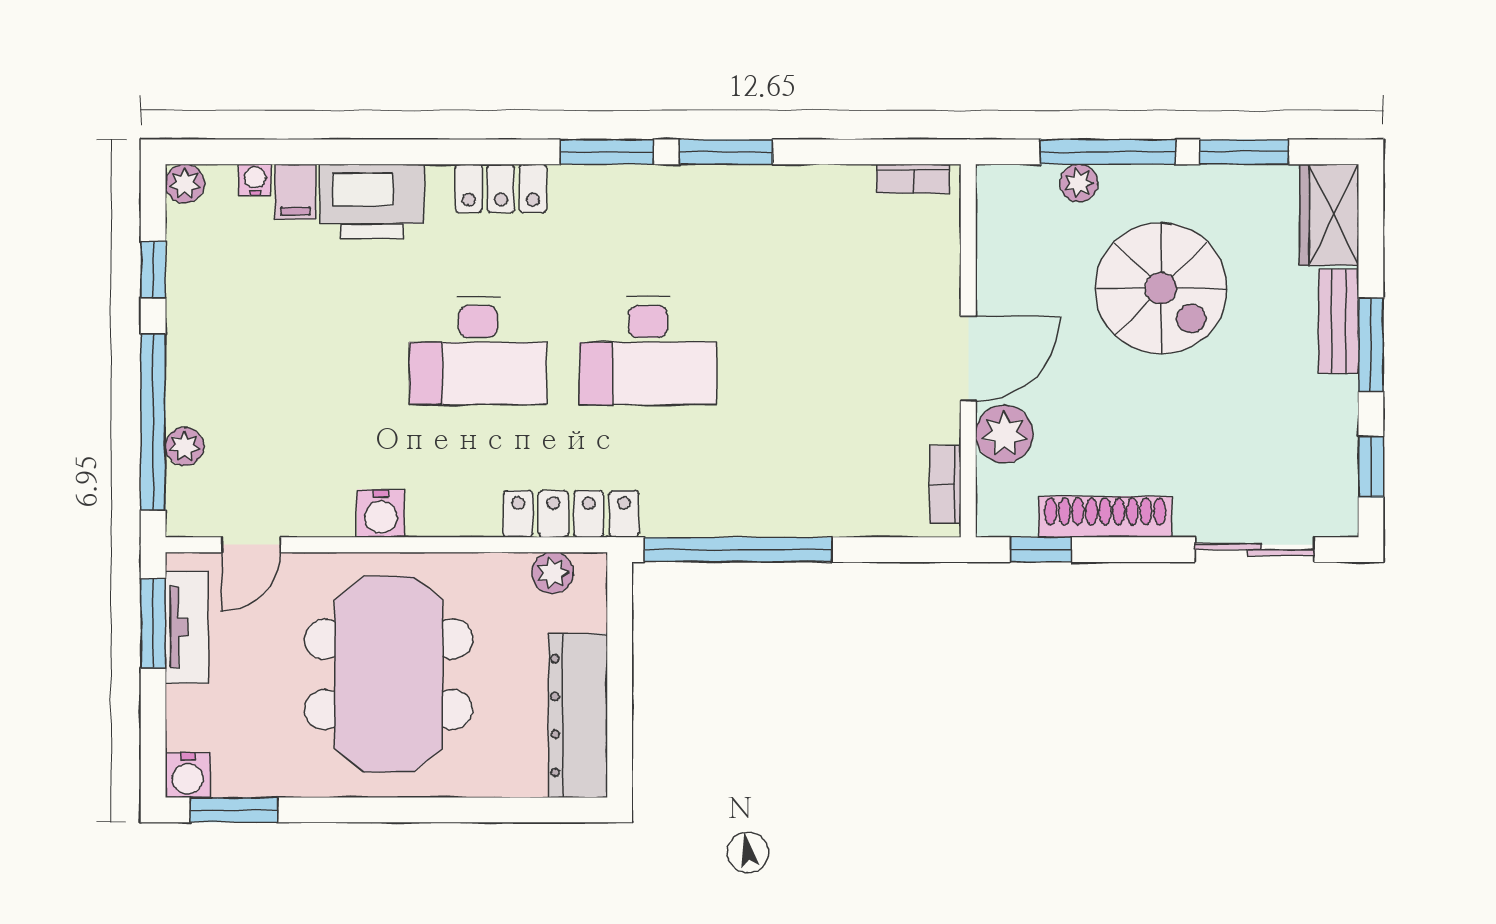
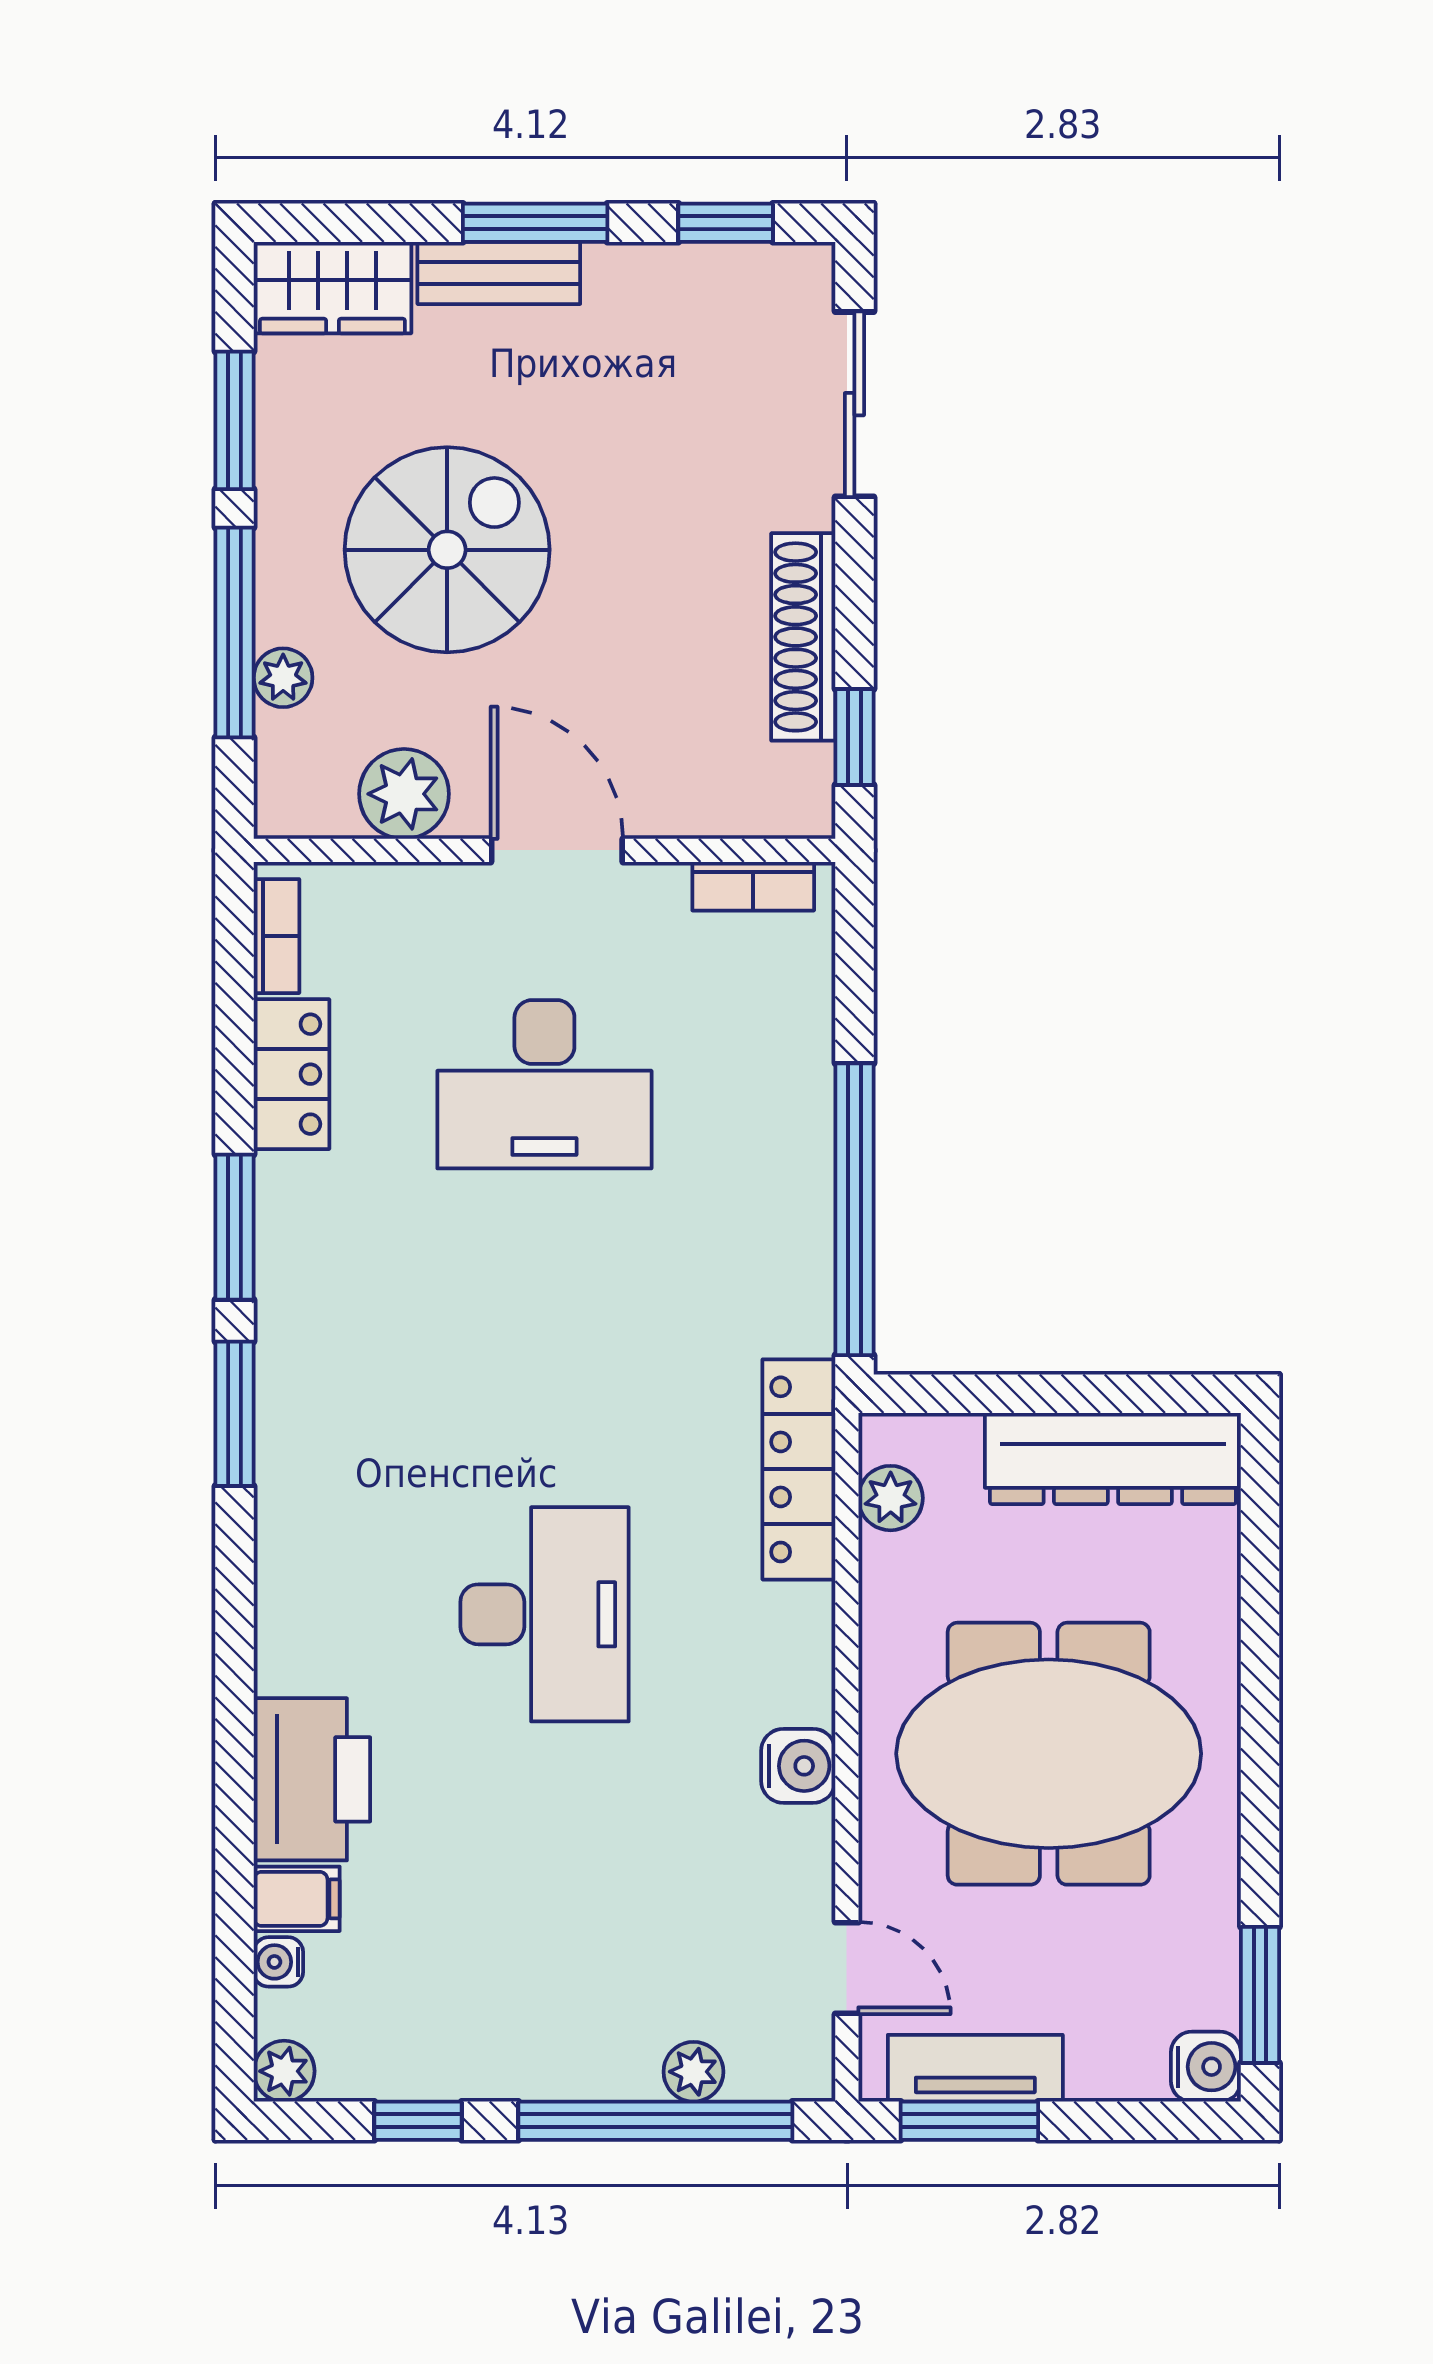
locker: (501, 188) -> (292, 1074), moved
desk: (648, 351) -> (544, 1084), moved, turned 90
plant: (1004, 434) -> (404, 794), moved

